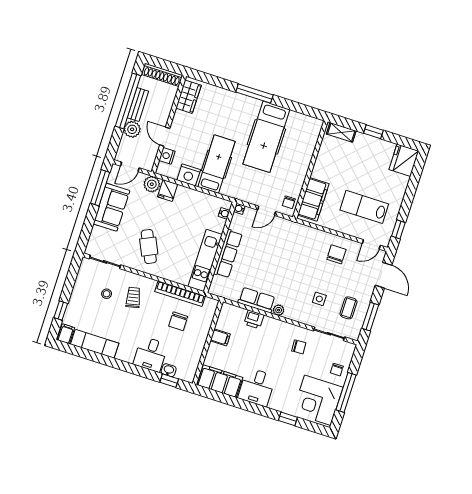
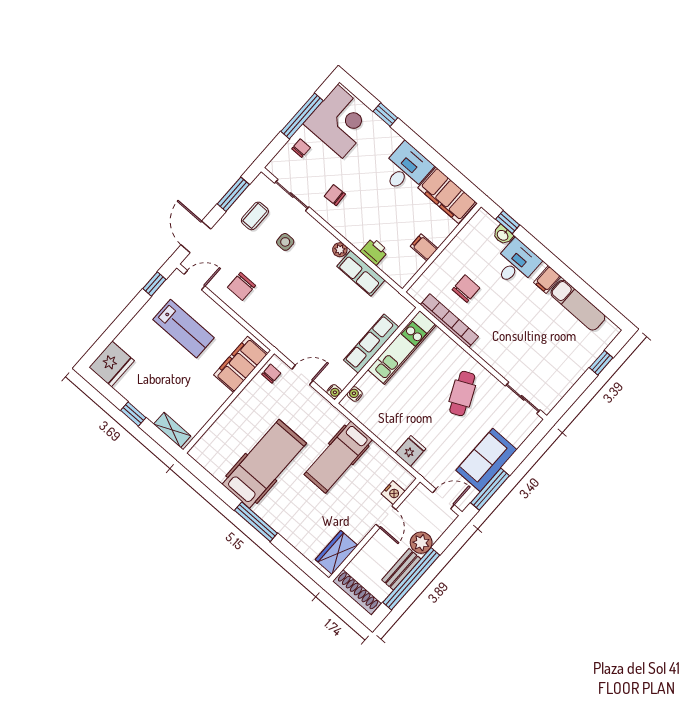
nightstand: (189, 175) -> (377, 459), removed
plant: (152, 184) -> (426, 467), removed
stool: (107, 294) -> (537, 359), removed
trolley: (133, 297) -> (507, 341), removed
filing cabinet: (66, 334) -> (547, 280), moved

